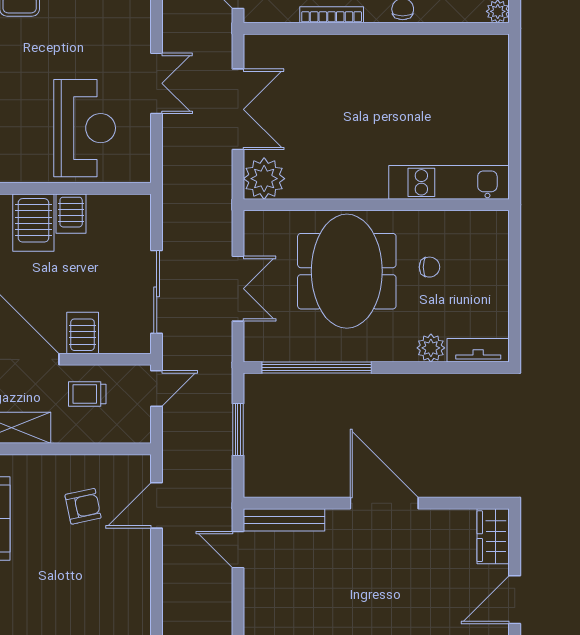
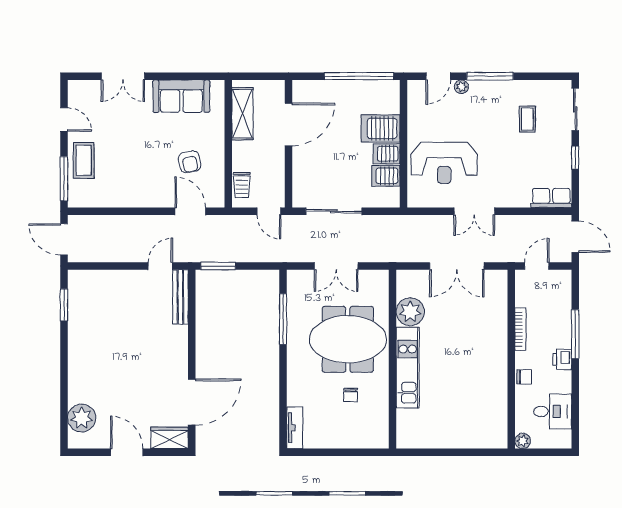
plant: (264, 179) -> (410, 312), moved
kitchen unit: (449, 182) -> (408, 368), moved
server rack: (83, 333) -> (386, 176), moved, turned 180
plant: (431, 348) -> (296, 396), removed
window: (317, 367) -> (283, 319), width x0.68
trolley: (87, 394) -> (242, 185), moved, turned 180
window: (238, 430) -> (218, 266), moved
door: (384, 503) -> (192, 402), moved

